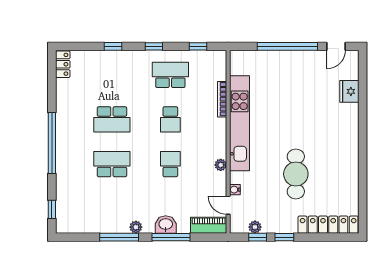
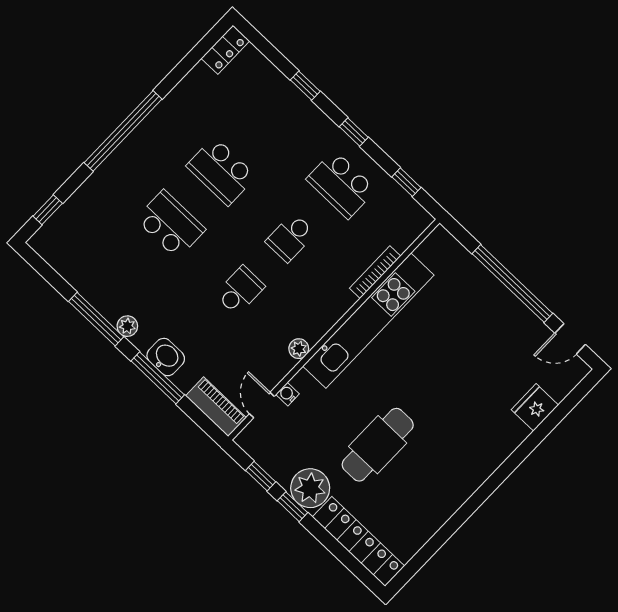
school desk: (170, 75) -> (341, 184), turned 180
plant: (255, 227) -> (310, 488), moved, width x1.87, depth x1.87

